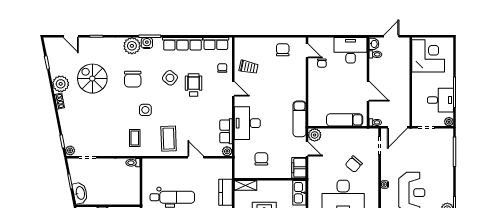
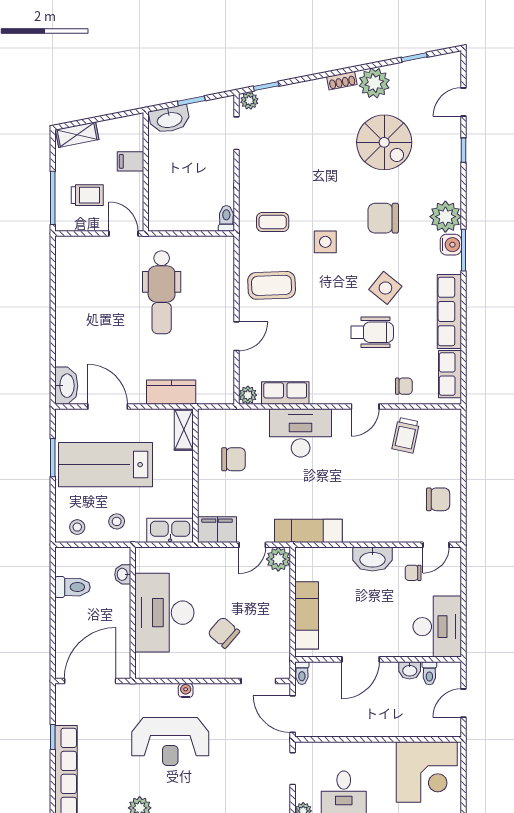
door: (391, 36) -> (463, 703), swing flipped
washbasin: (374, 44) -> (410, 670), moved
spiral stairs: (92, 79) -> (384, 142), turned 90
washbasin: (315, 85) -> (372, 559), added

